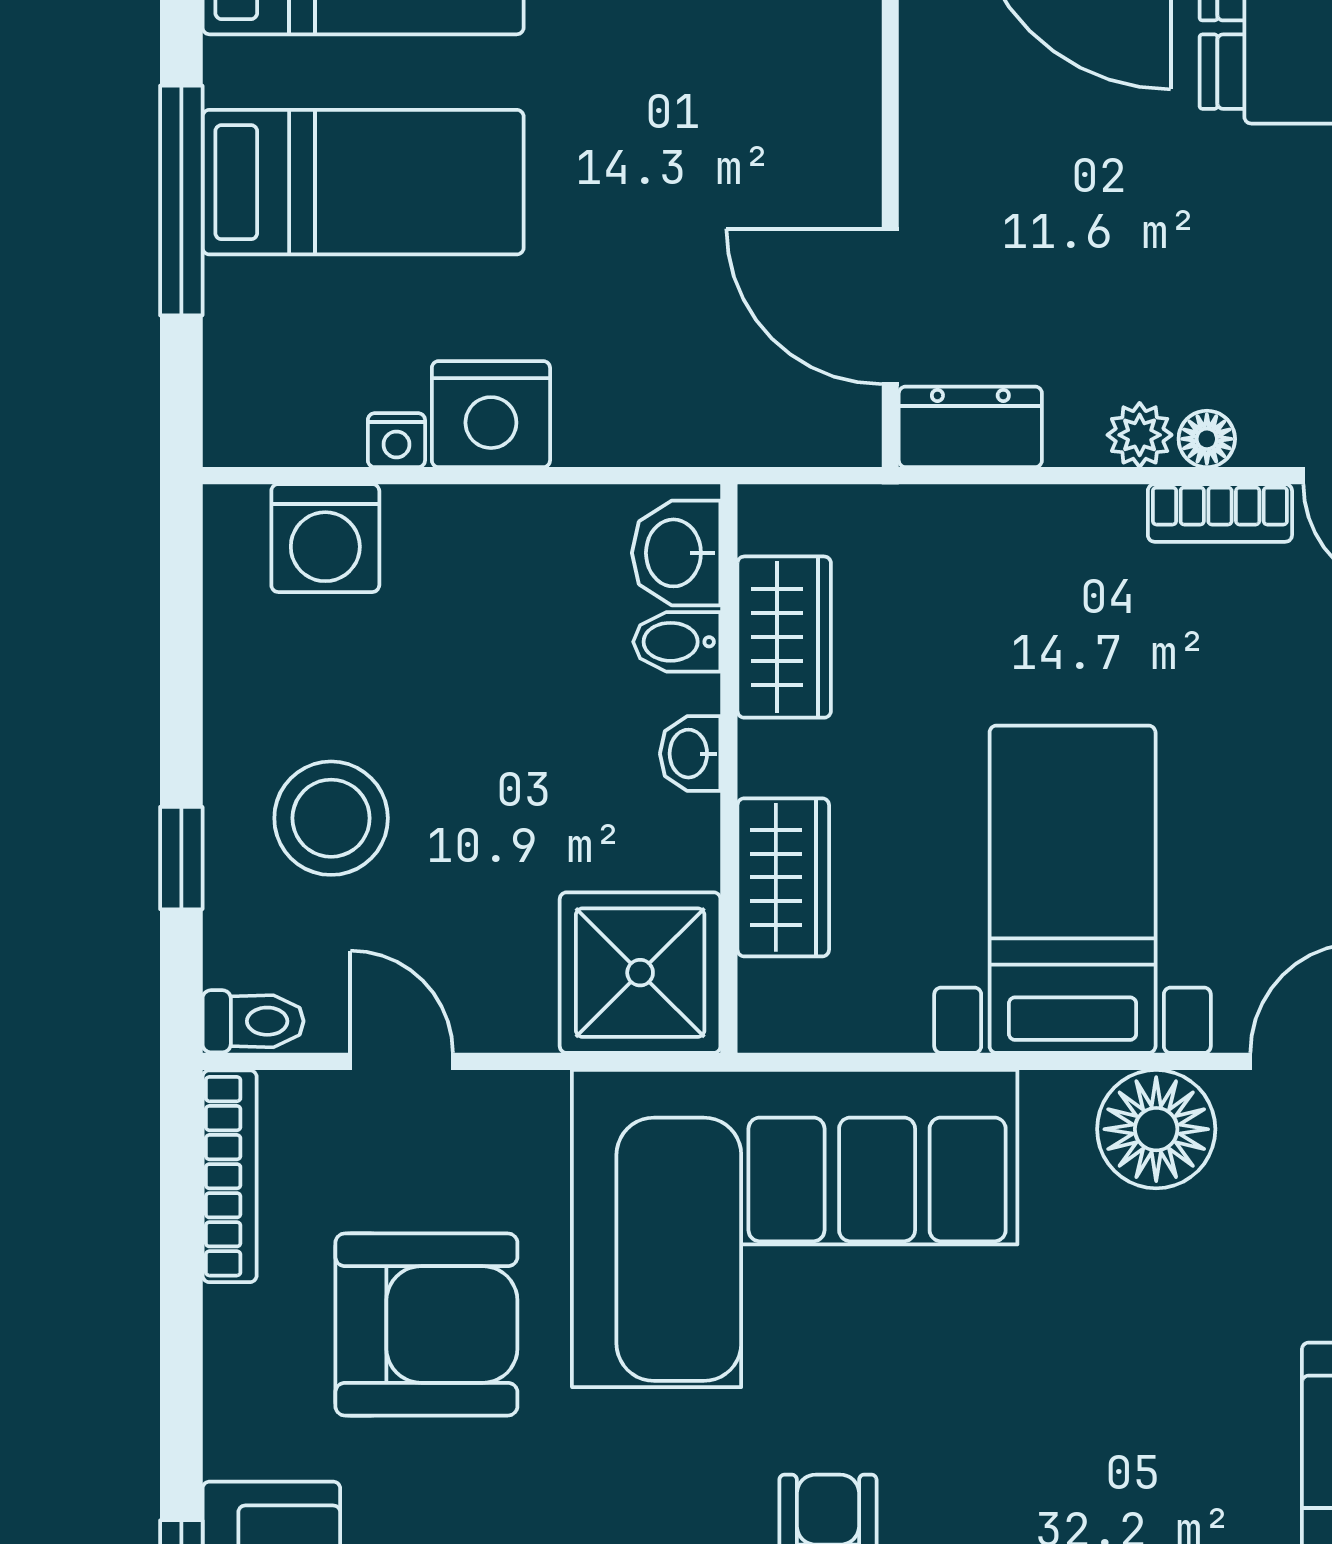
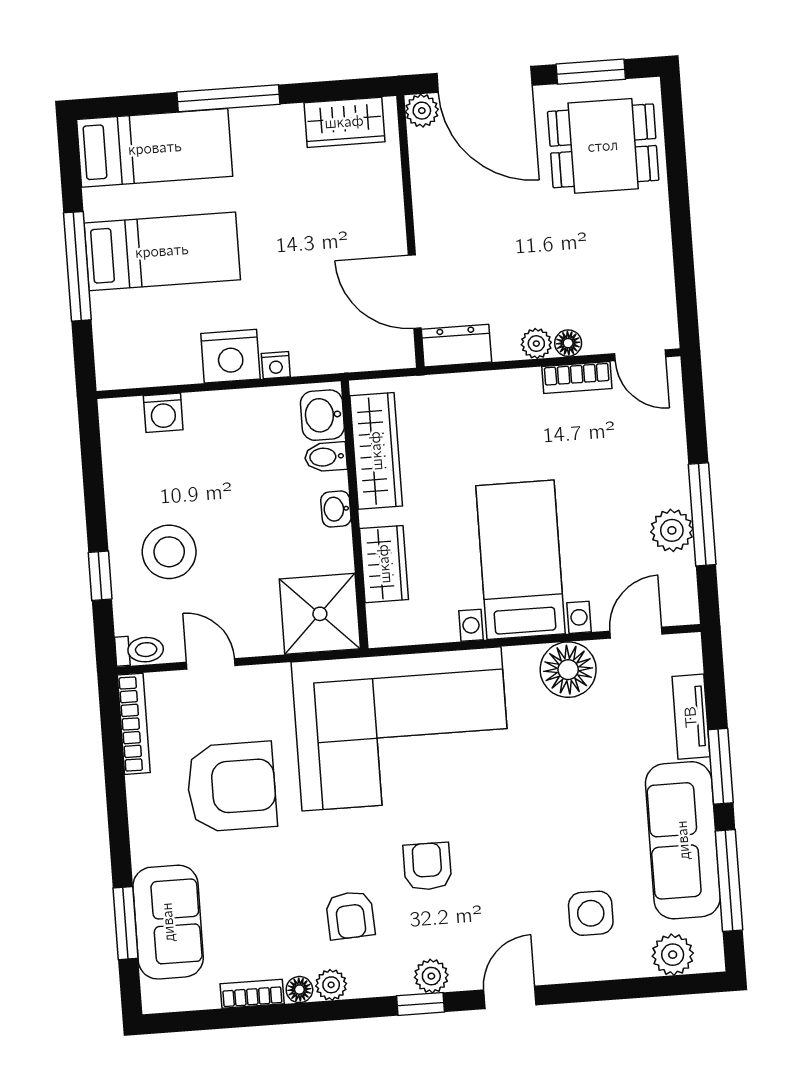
nightstand: (396, 440) -> (276, 365), moved
washing machine: (325, 538) -> (163, 413), width x0.73, depth x0.73
wardrobe: (784, 637) -> (376, 451), width x1.50

